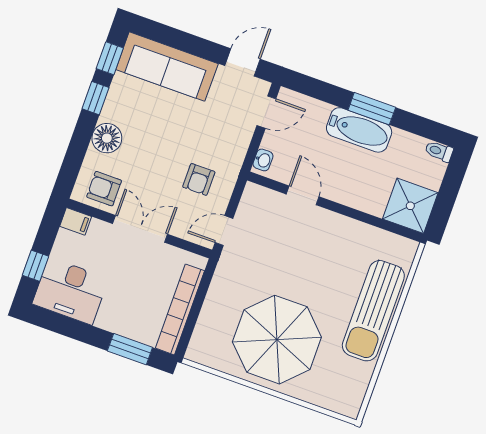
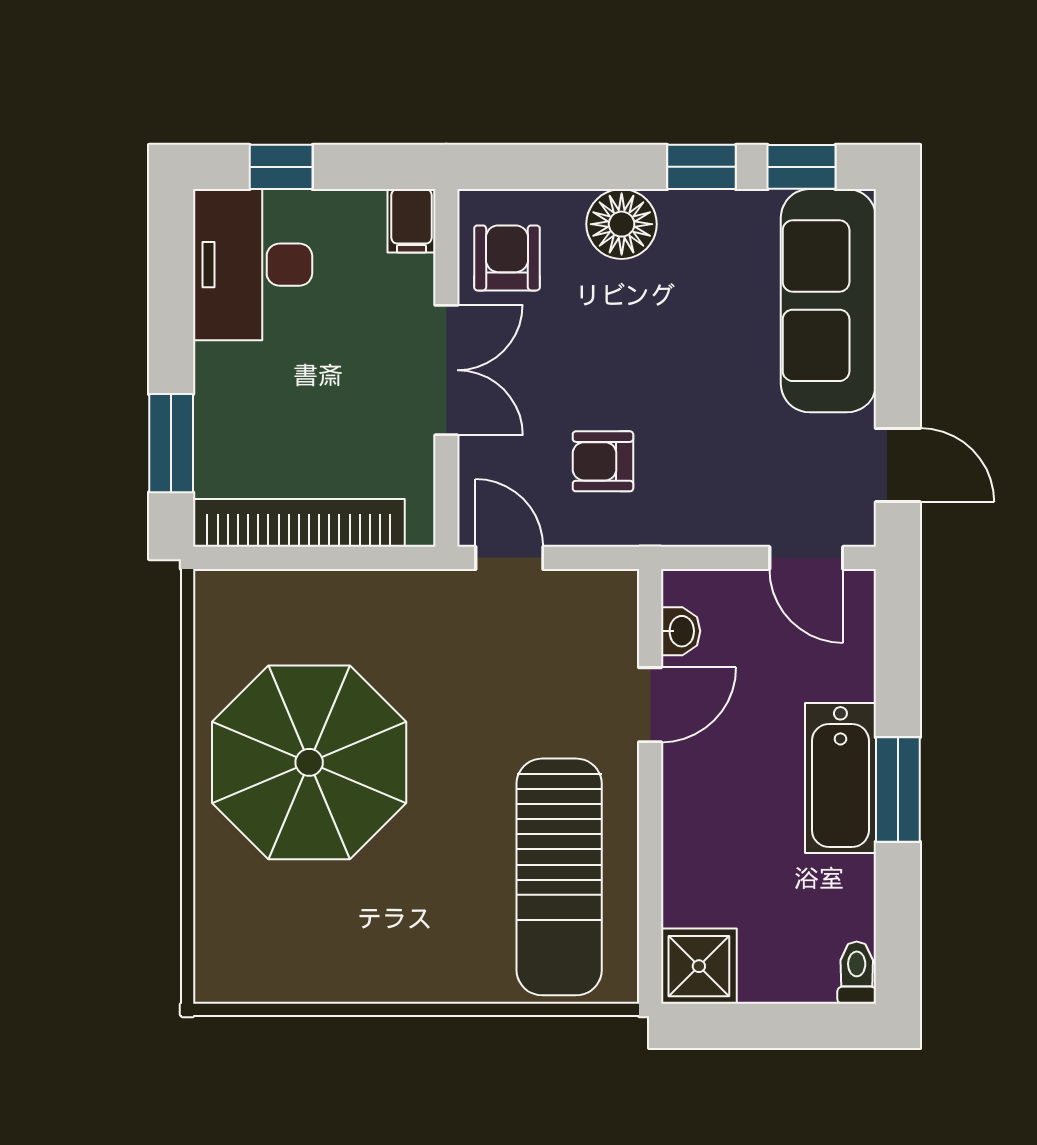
washbasin: (263, 160) -> (681, 631), moved, turned -90
shower: (410, 206) -> (699, 966), width x0.73, depth x0.73
sun lounger: (373, 311) -> (559, 877), moved, turned -90

